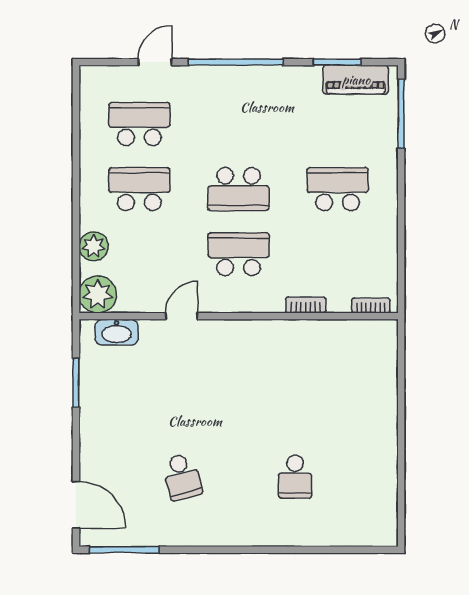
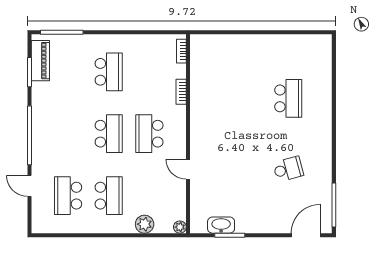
school desk: (139, 189) -> (109, 196), turned 180
school desk: (338, 189) -> (109, 72), turned 180
plant: (98, 294) -> (180, 227), width x0.53, depth x0.53
washbasin: (117, 332) -> (221, 225), moved, turned -90
school desk: (295, 477) -> (288, 98), width x1.85

